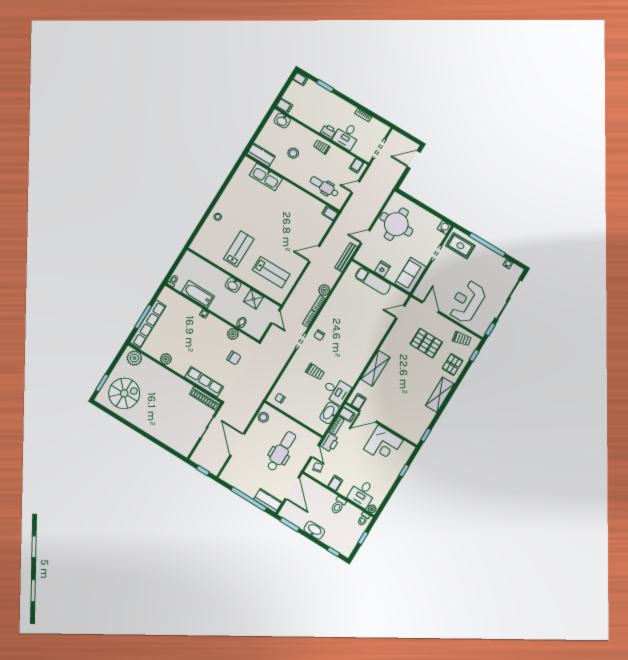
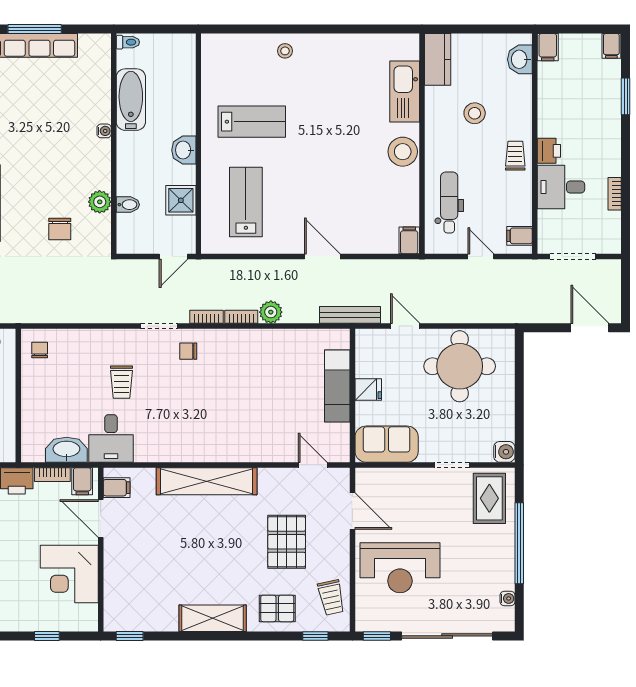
stool: (291, 193) -> (403, 152), added
lab bench: (271, 272) -> (246, 202), turned 180
reception desk: (467, 302) -> (400, 568), turned 180
door: (430, 307) -> (352, 511), hinge flipped
shelving: (375, 368) -> (207, 481), width x1.47

